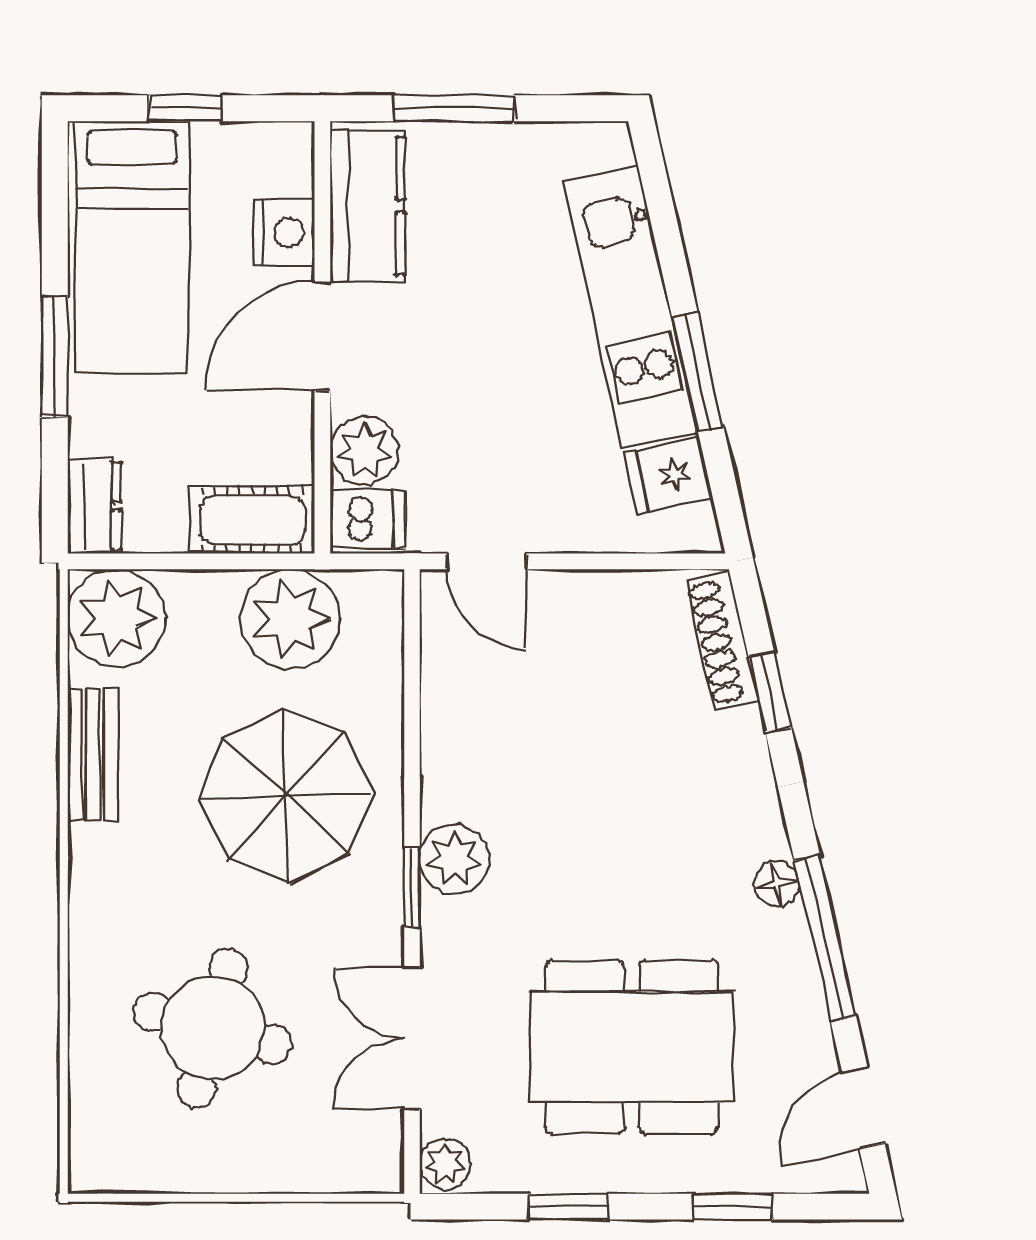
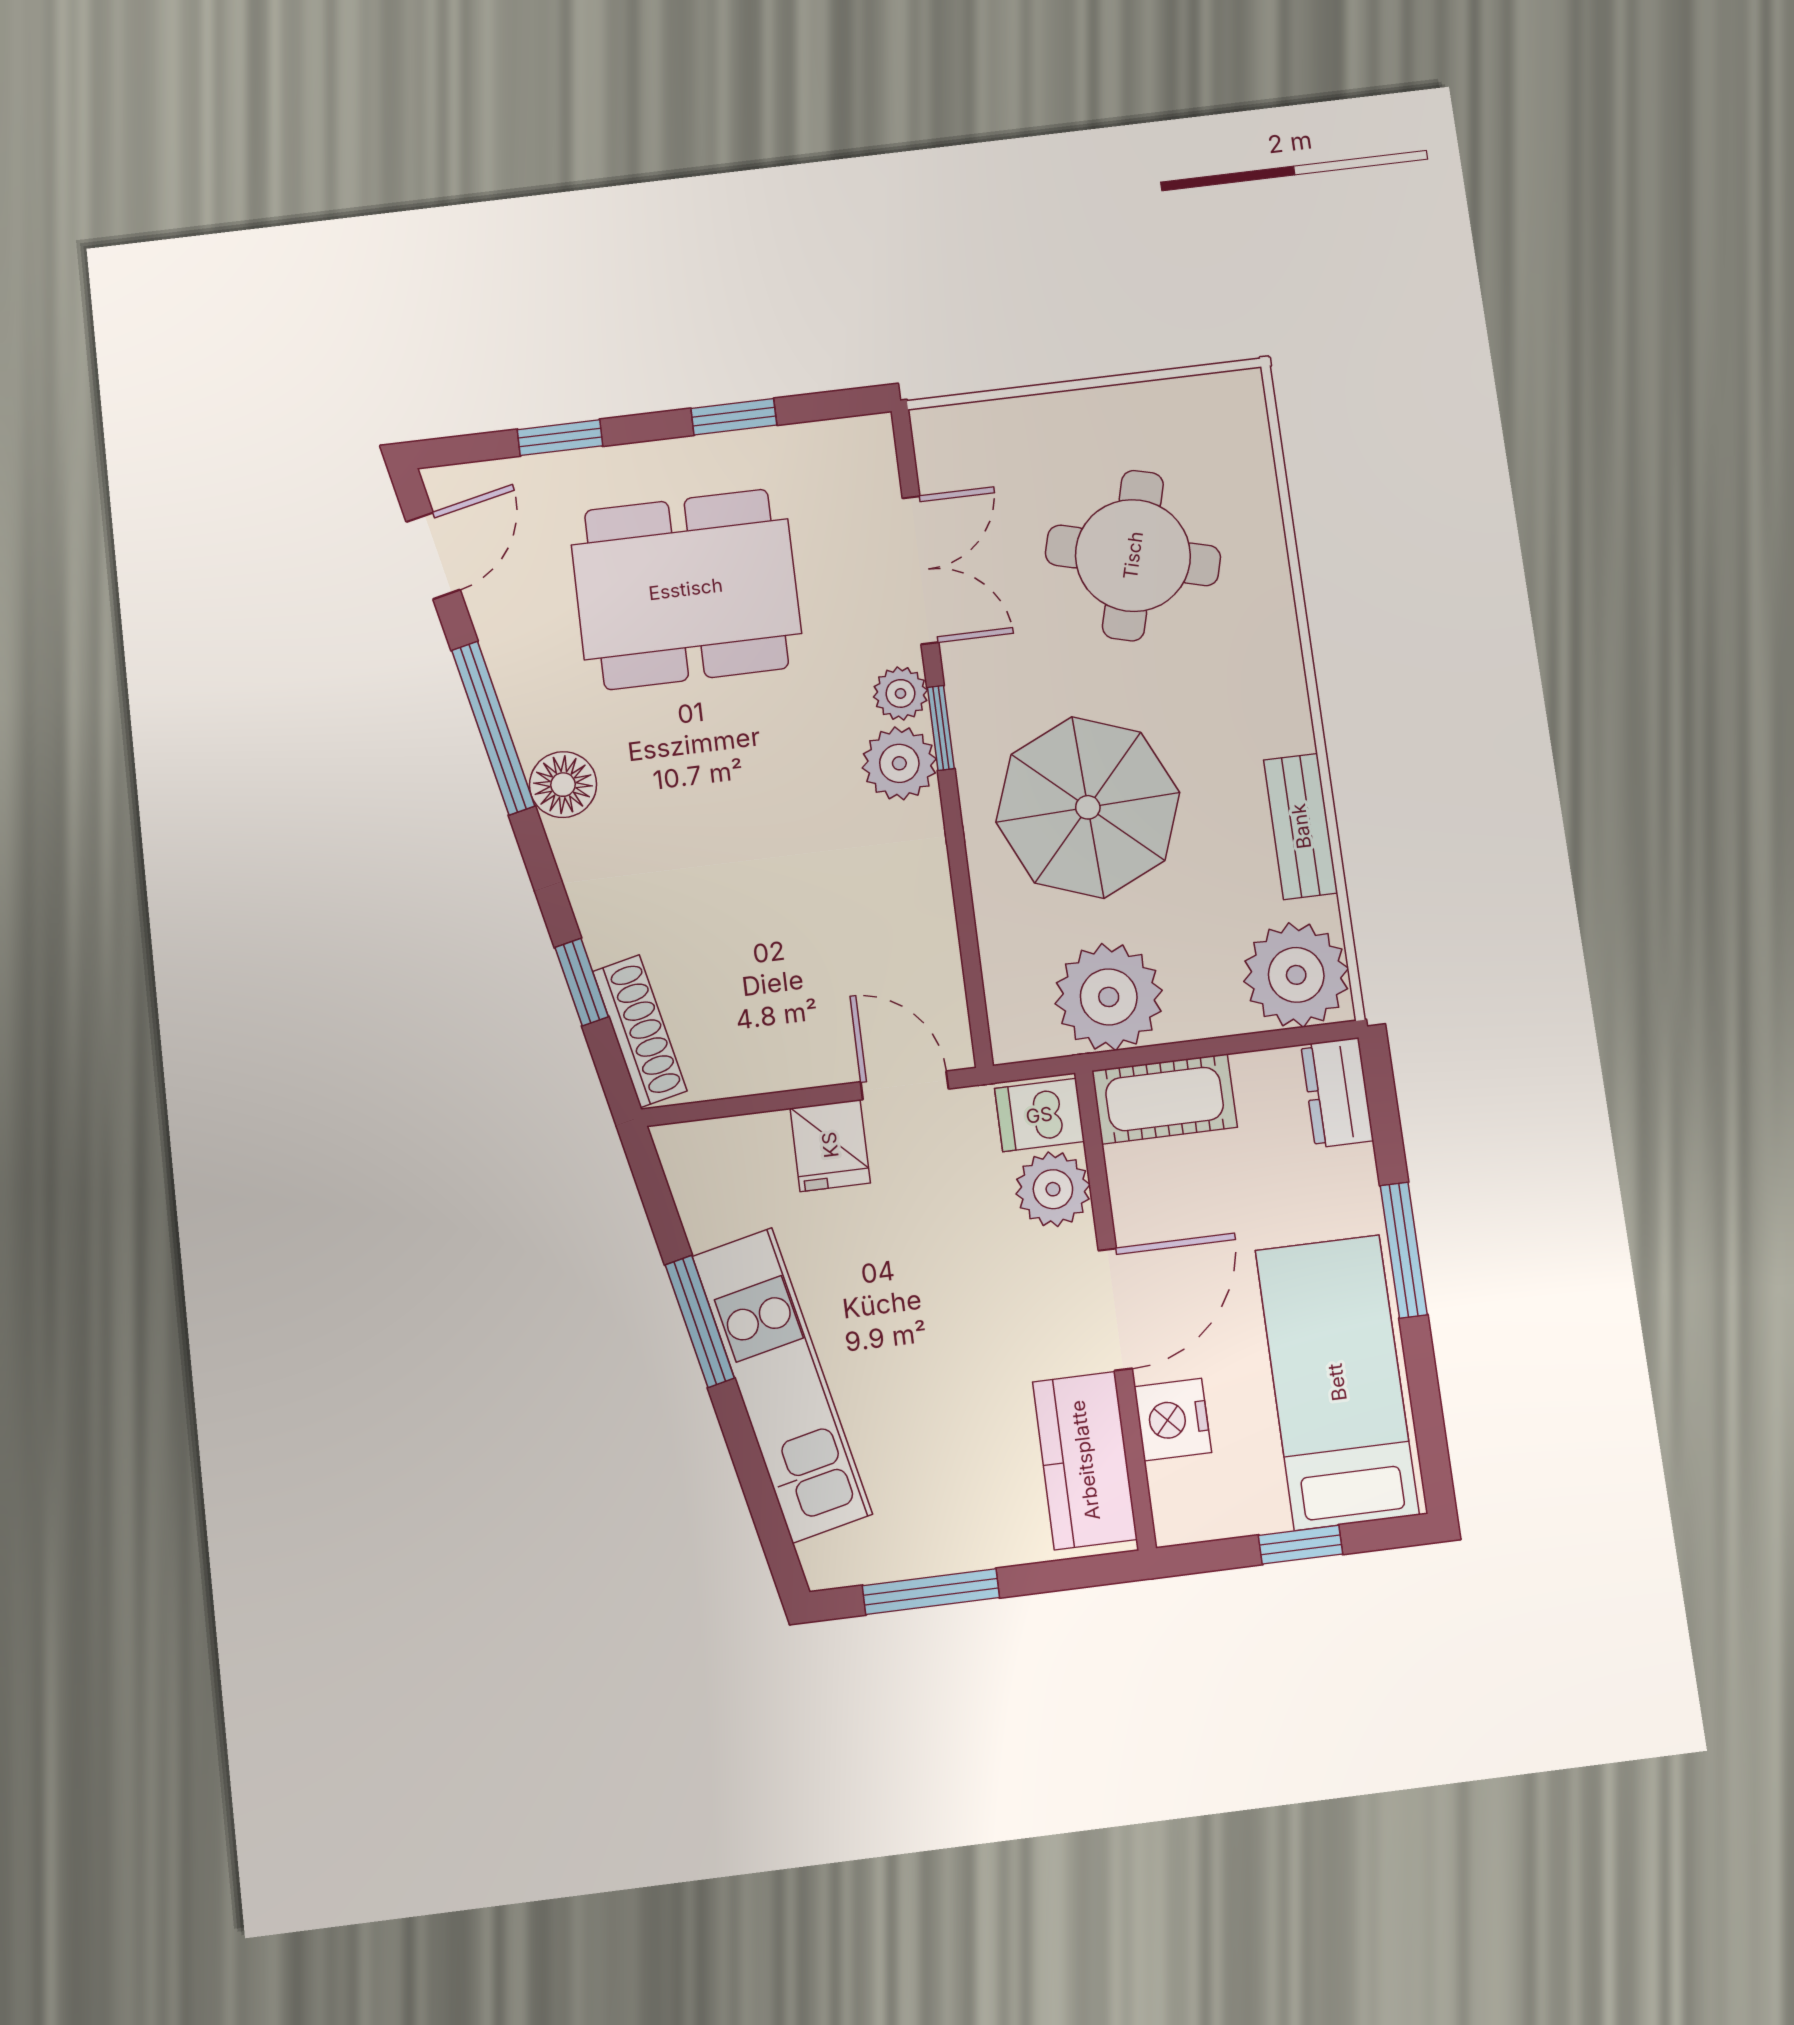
window: (454, 108) -> (931, 1592), moved
fridge: (669, 476) -> (830, 1145), moved, turned 103
floor lamp: (777, 884) -> (563, 785), width x1.37, depth x1.37
plant: (445, 1164) -> (900, 693), moved

